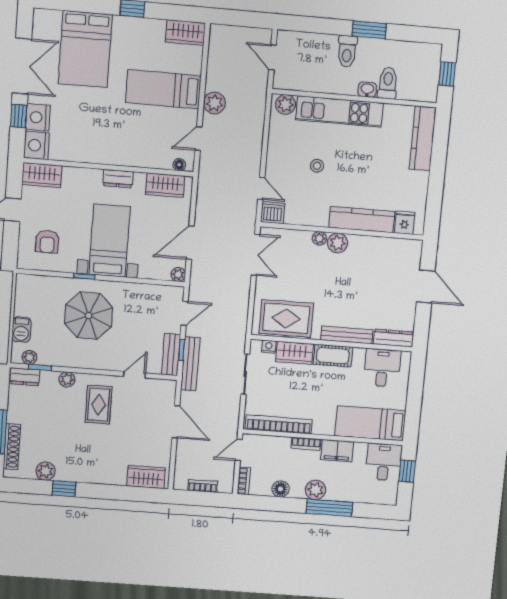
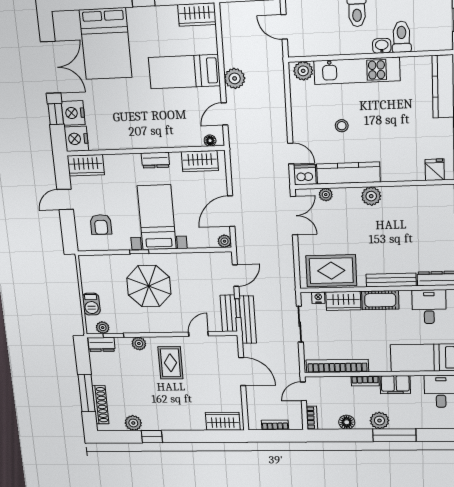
kitchen counter: (362, 220) -> (348, 173), moved
plant: (319, 238) -> (326, 195), moved

